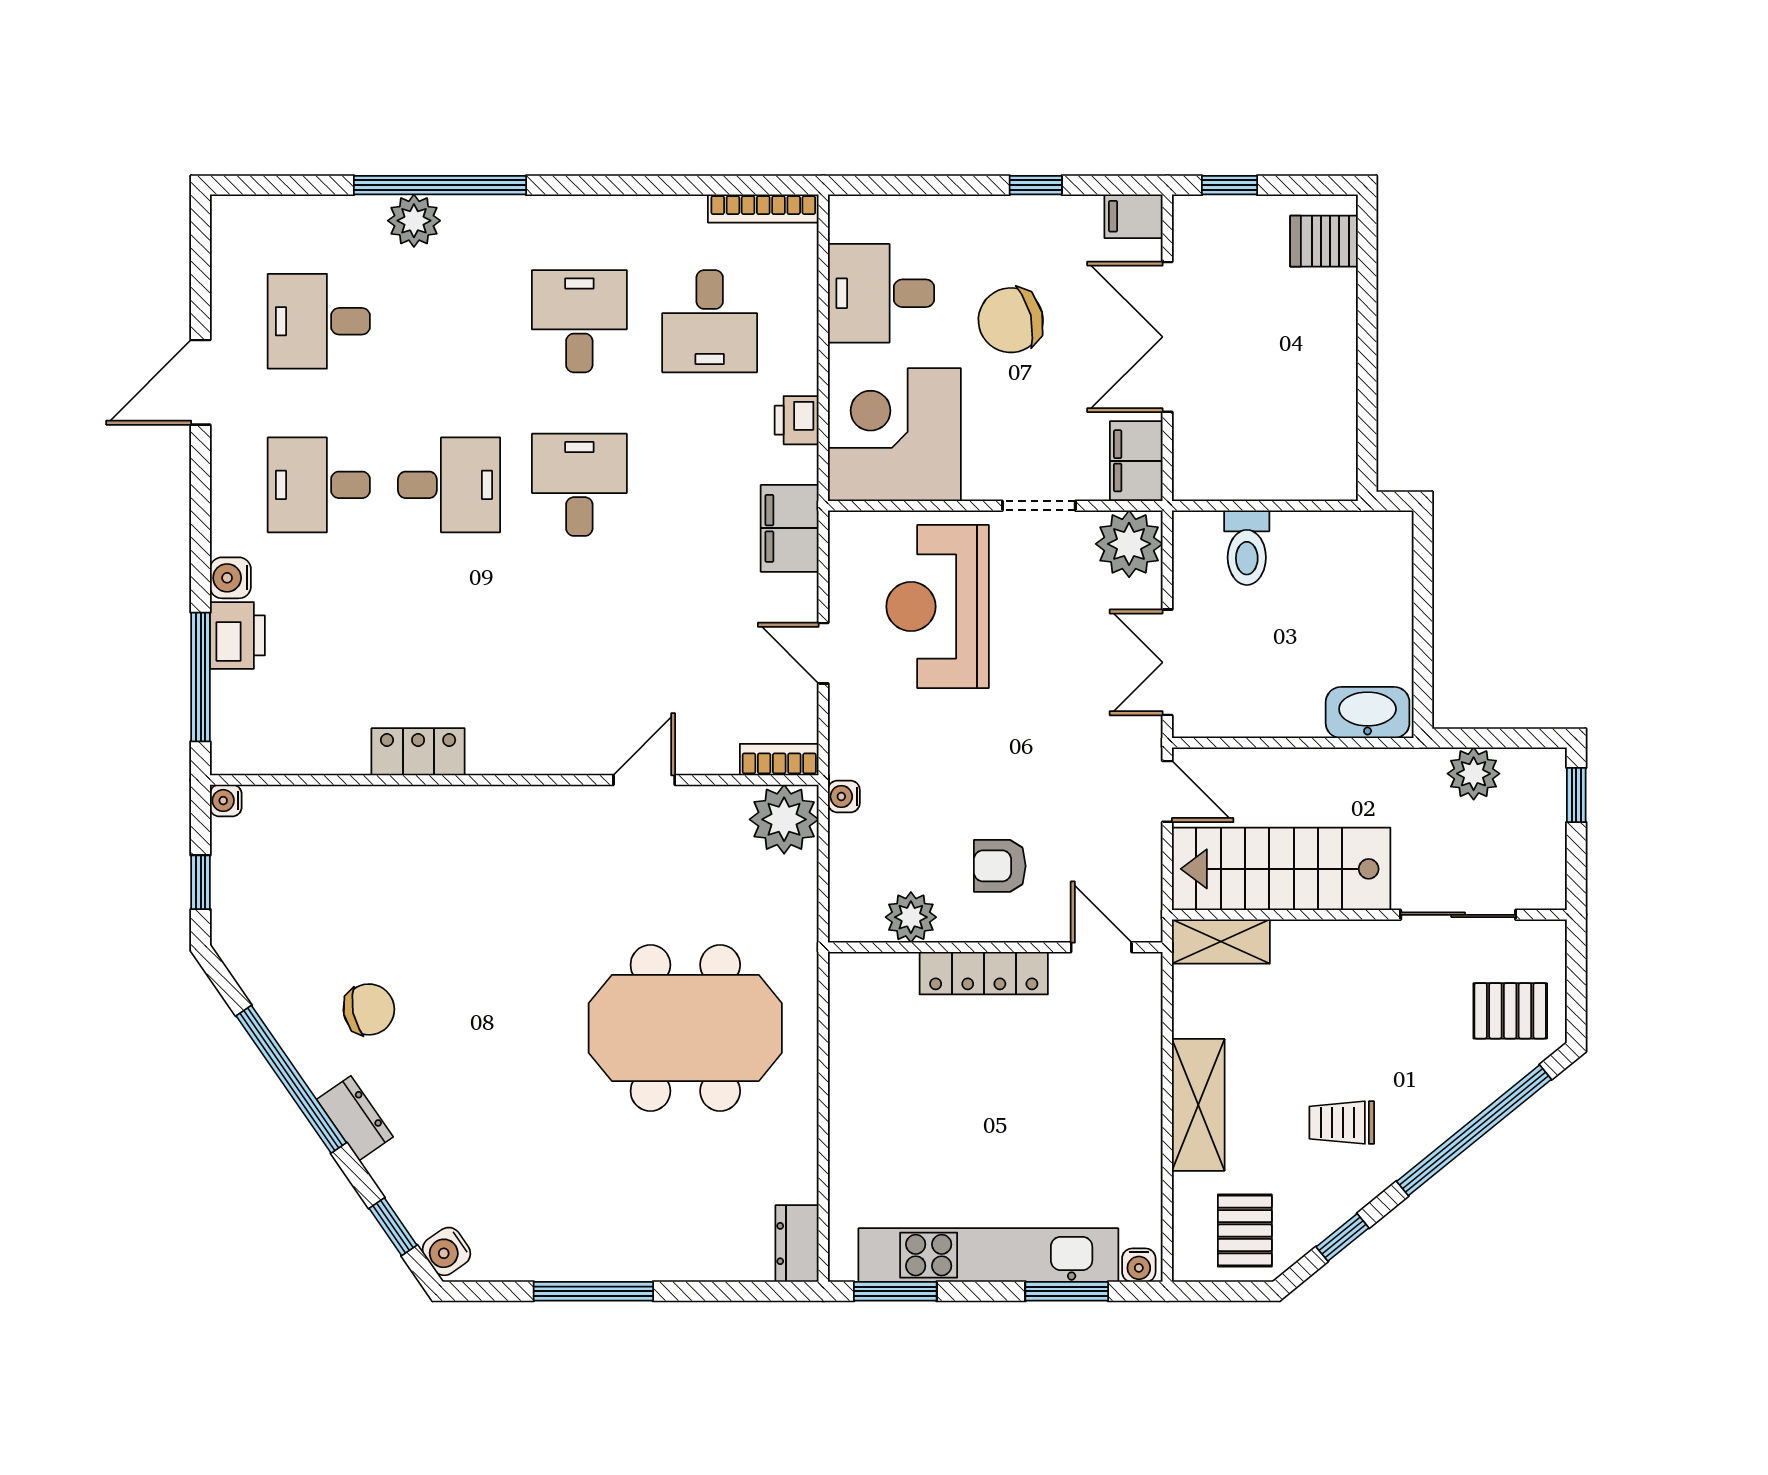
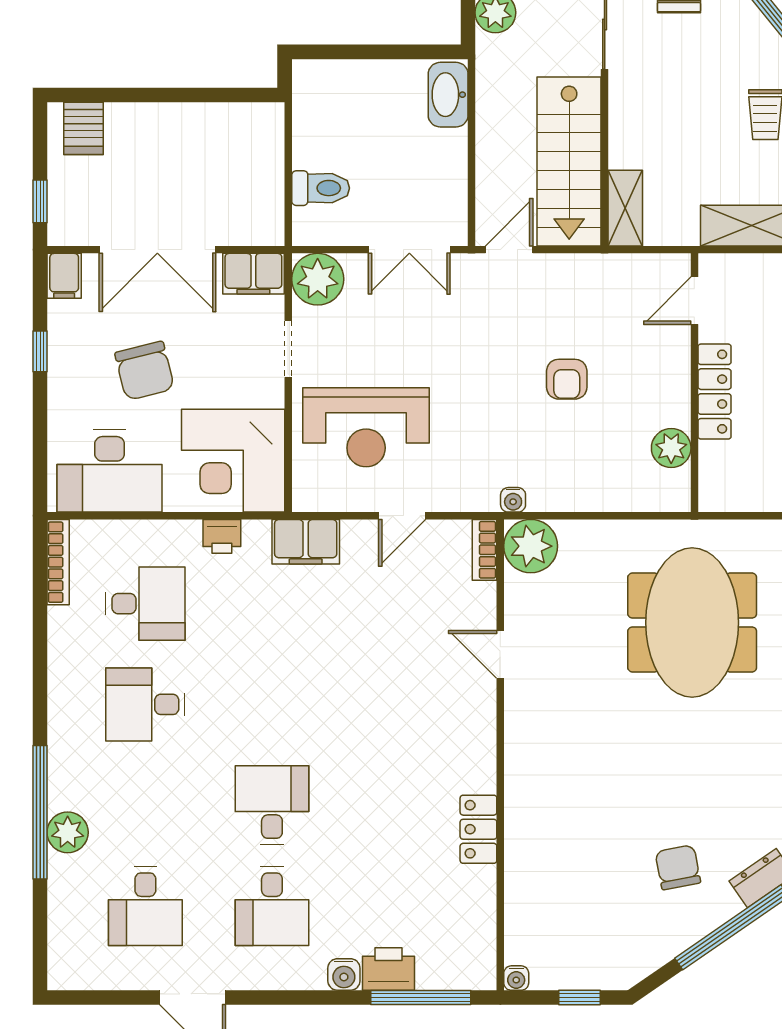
desk: (881, 293) -> (110, 471), width x1.37
desk: (579, 485) -> (272, 704), removed
plant: (911, 917) -> (671, 448), moved
wall: (995, 947) -> (694, 383), moved
door: (1101, 947) -> (694, 301), moved
locker: (984, 973) -> (715, 392), moved

